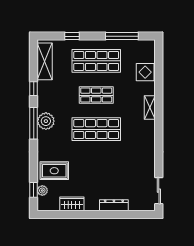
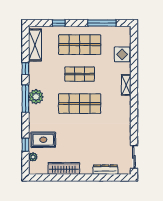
window: (34, 190) -> (25, 145), moved
wardrobe: (72, 204) -> (64, 168), width x1.50
dresser: (114, 205) -> (105, 170), moved

